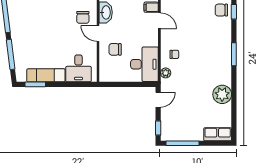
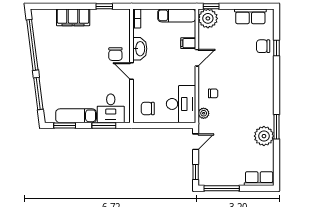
door: (159, 21) -> (197, 58), hinge flipped
chair: (115, 49) -> (148, 108), moved
window: (234, 54) -> (276, 127), moved
window: (72, 84) -> (104, 125), added

